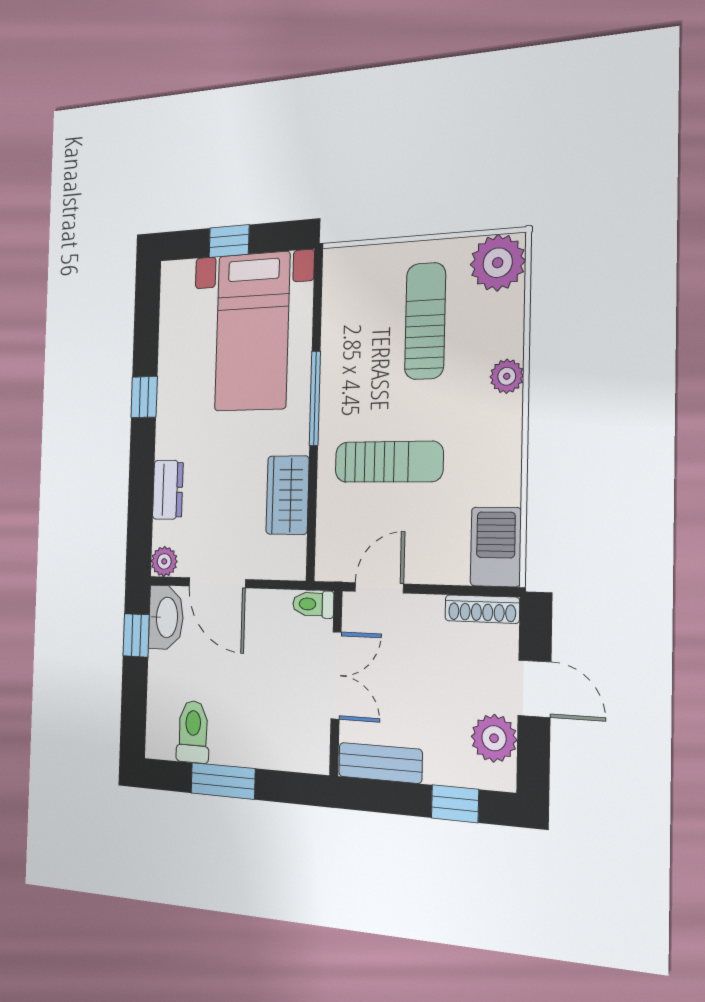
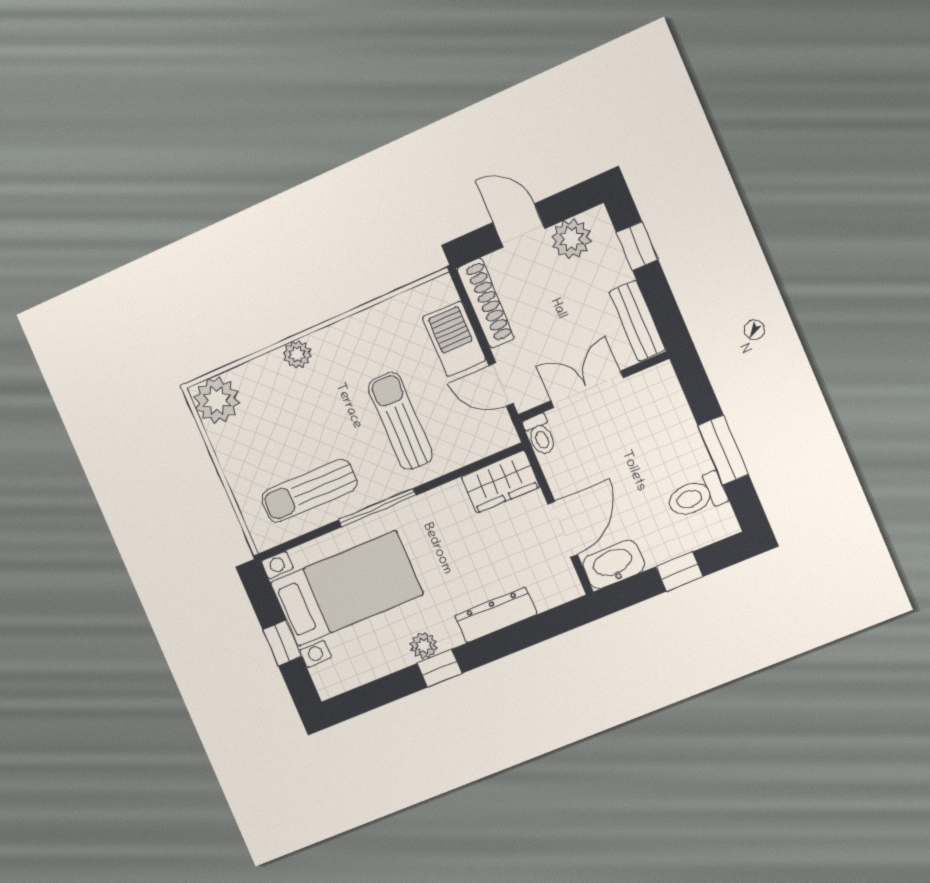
sun lounger: (425, 321) -> (309, 491), moved
dresser: (168, 490) -> (496, 615), width x1.44
wardrobe: (287, 495) -> (500, 482), moved
barbecue: (496, 547) -> (454, 339), moved, turned 90
plant: (164, 561) -> (424, 646), moved
shoe rack: (482, 609) -> (486, 303), width x1.36, depth x1.24
window: (136, 635) -> (679, 572), moved
door: (534, 689) -> (519, 225), hinge flipped

